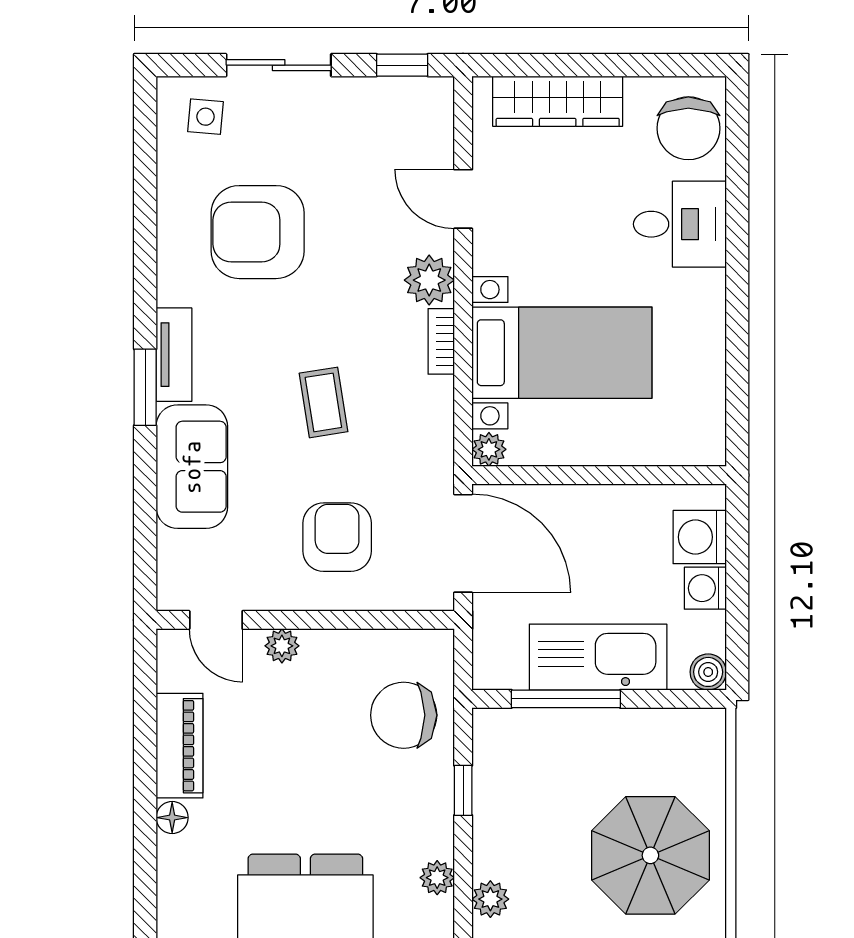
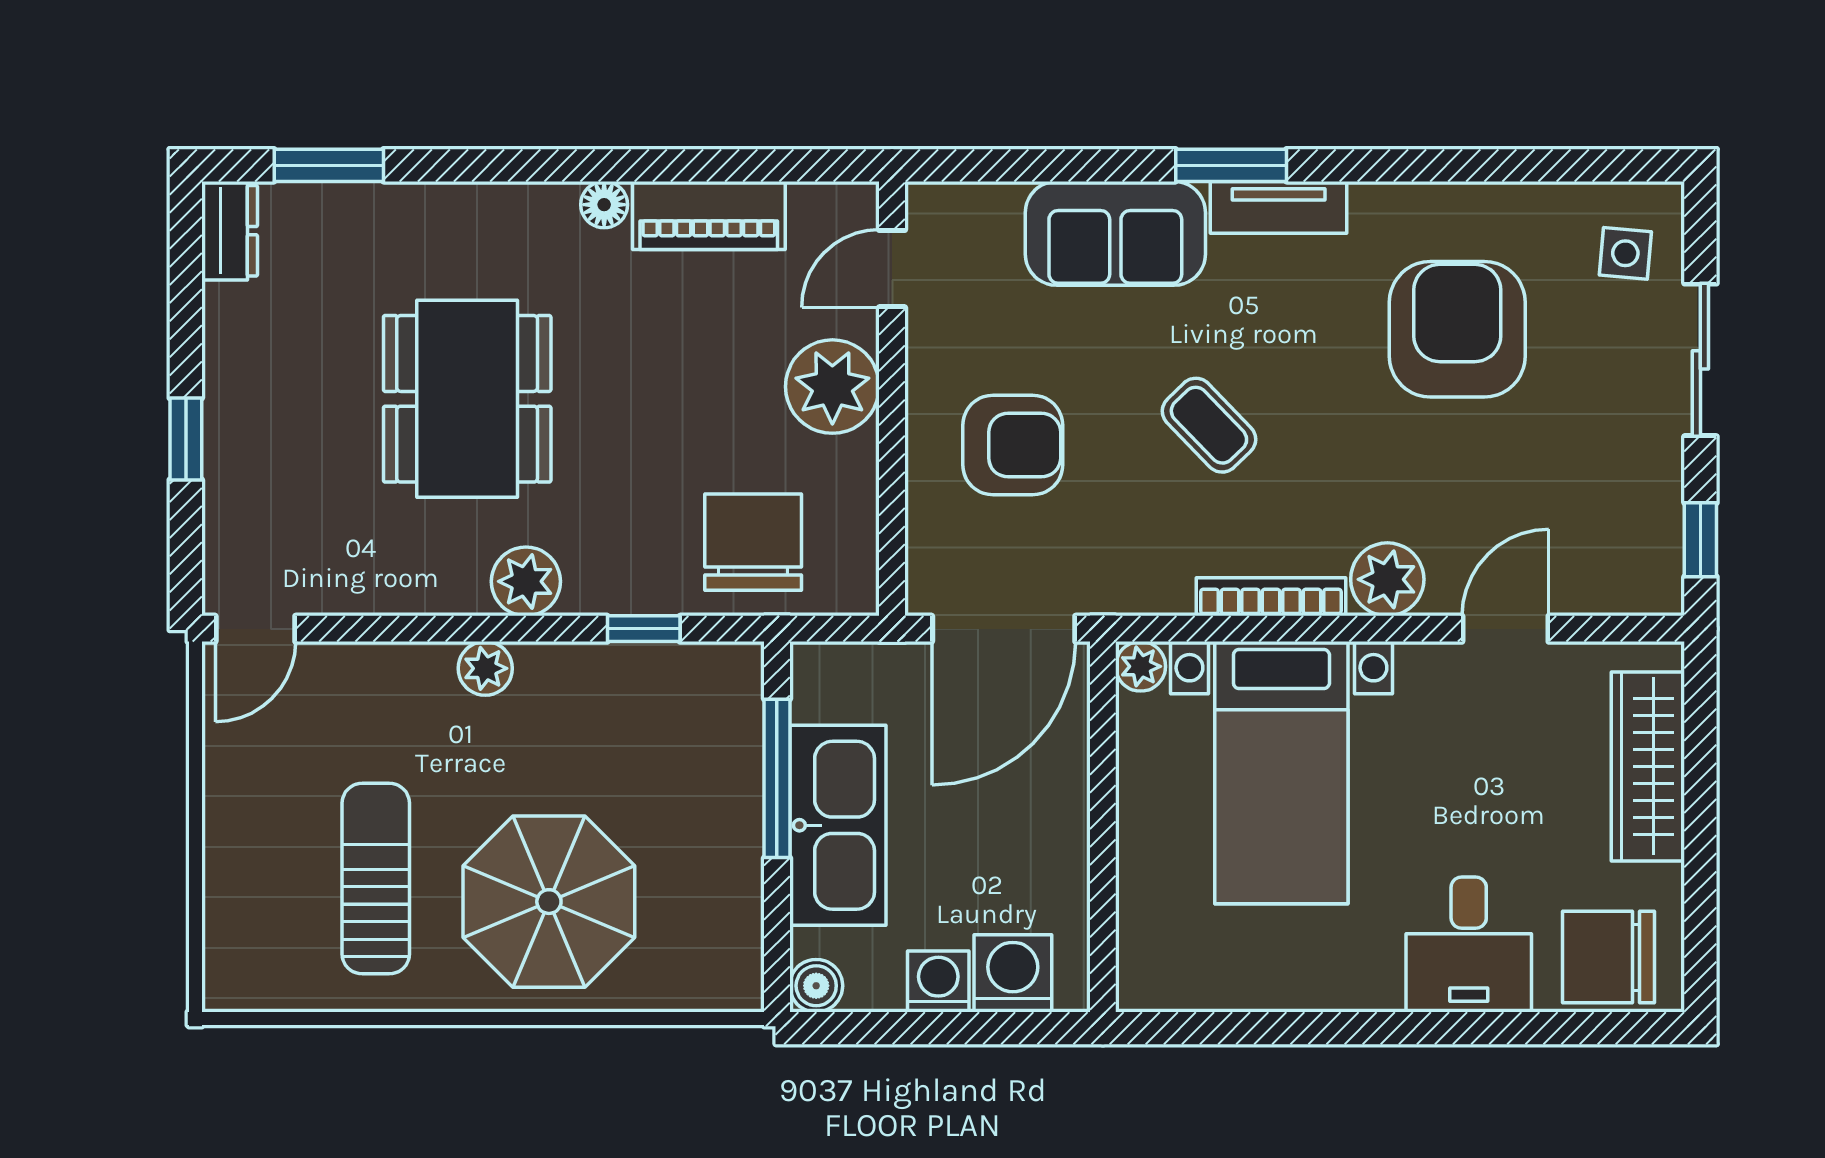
bookcase: (441, 341) -> (1271, 597), width x1.56
coffee table: (323, 402) -> (1209, 425), turned 55
plant: (282, 646) -> (832, 387), width x1.87, depth x1.87
plant: (437, 878) -> (526, 581), width x1.38, depth x1.38

